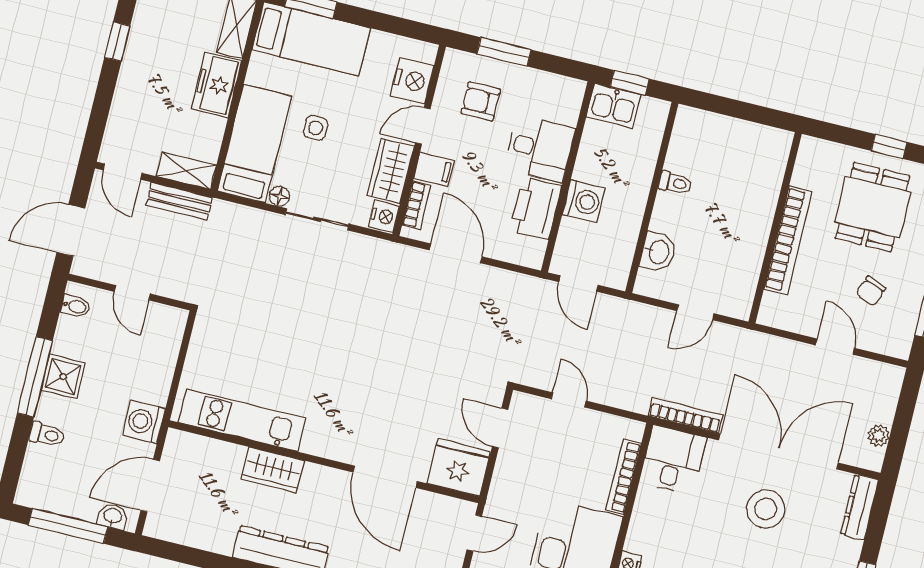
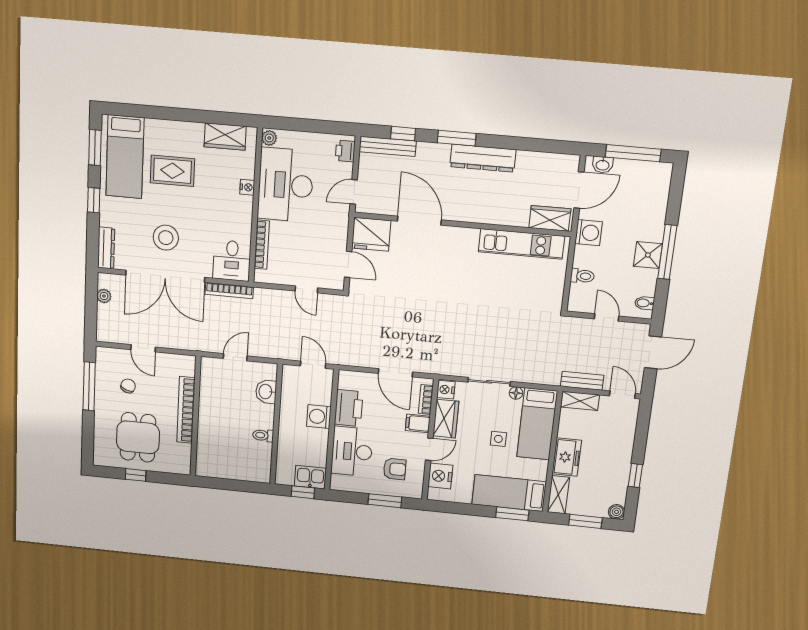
desk: (540, 149) -> (352, 451), width x1.37
toilet: (47, 435) -> (582, 276), moved, turned 180
wardrobe: (273, 470) -> (550, 218), moved

